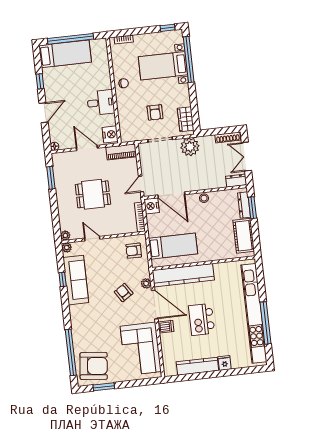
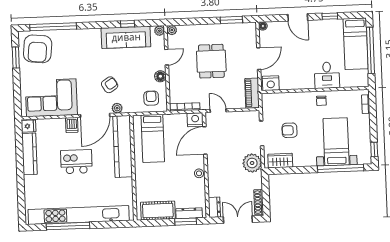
desk: (101, 103) -> (327, 75), moved
floor lamp: (112, 243) -> (160, 76), added
fridge: (225, 363) -> (29, 126), moved

